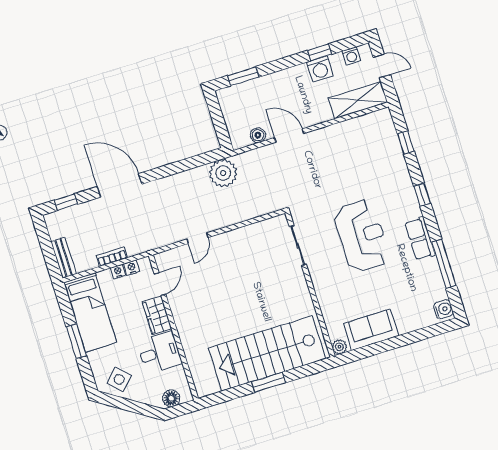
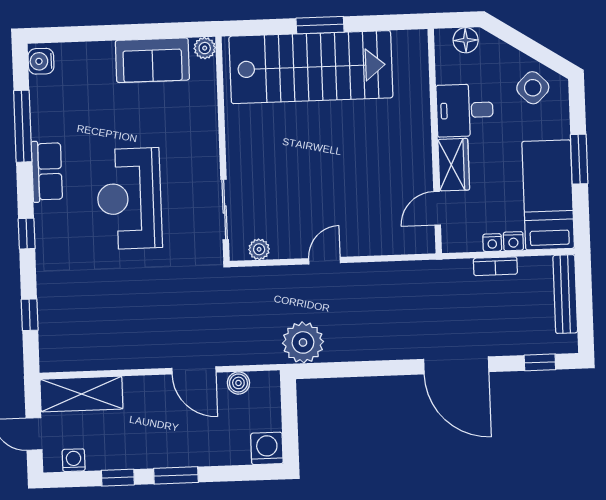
washing machine: (320, 69) -> (267, 448), moved
window: (243, 76) -> (176, 475), moved
plant: (268, 226) -> (259, 249), added
door: (198, 238) -> (324, 261), moved
bench: (64, 258) -> (565, 294), width x1.36
nightstand: (132, 268) -> (513, 241), moved

